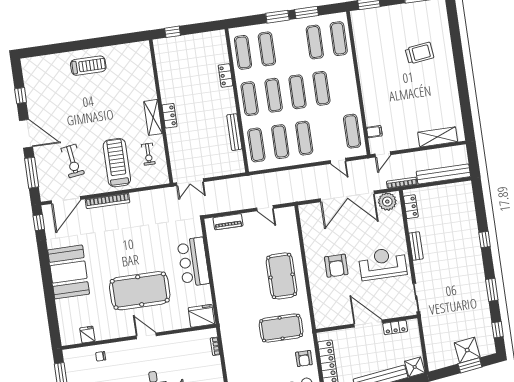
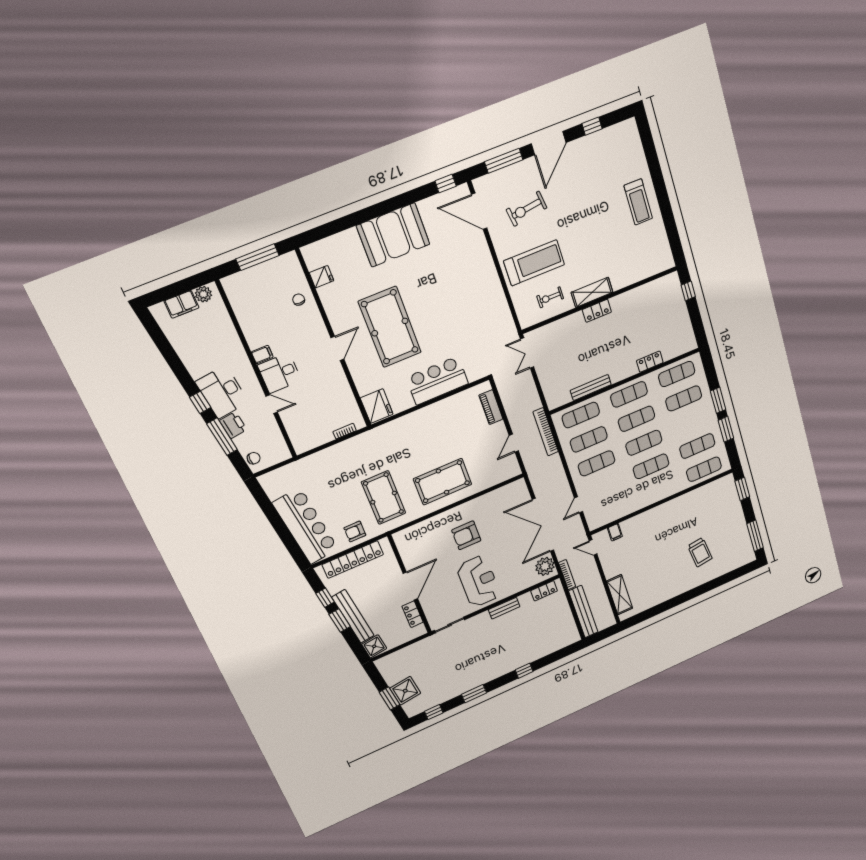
exercise mat: (352, 131) -> (612, 510), removed
bookcase: (108, 201) -> (546, 432), moved

